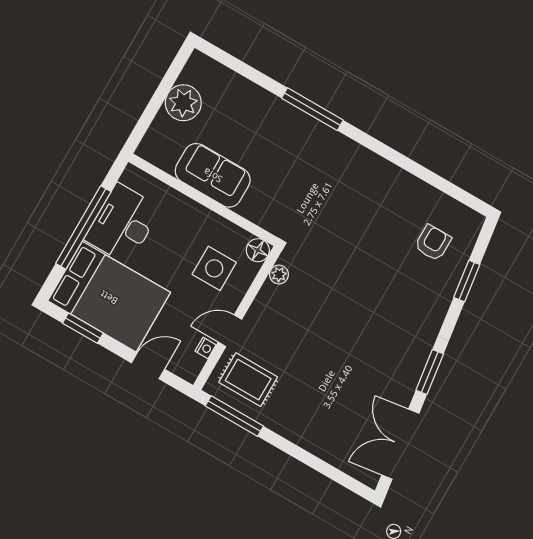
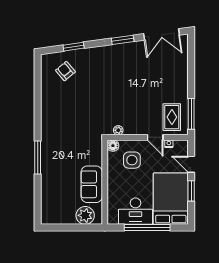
plant: (183, 103) -> (85, 215), moved
armchair: (433, 243) -> (65, 71), turned 50
window: (83, 328) -> (191, 191), moved

